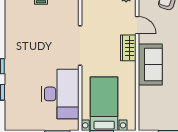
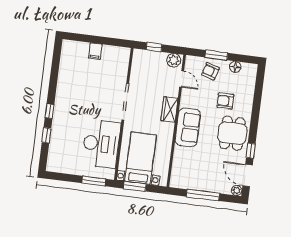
door: (137, 25) -> (182, 79), moved

